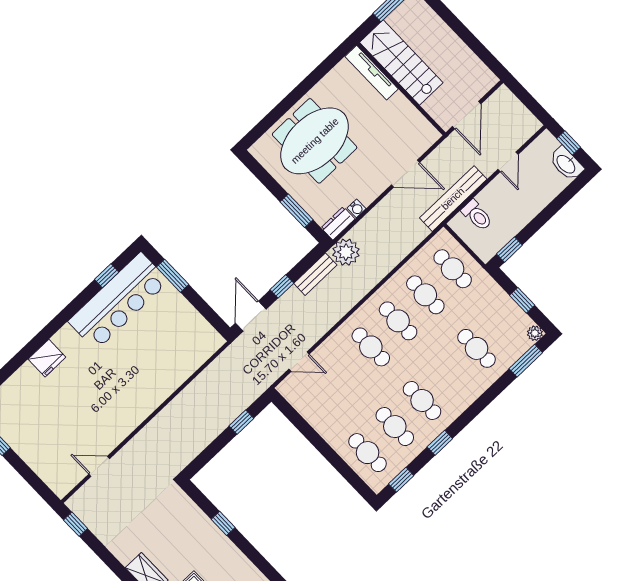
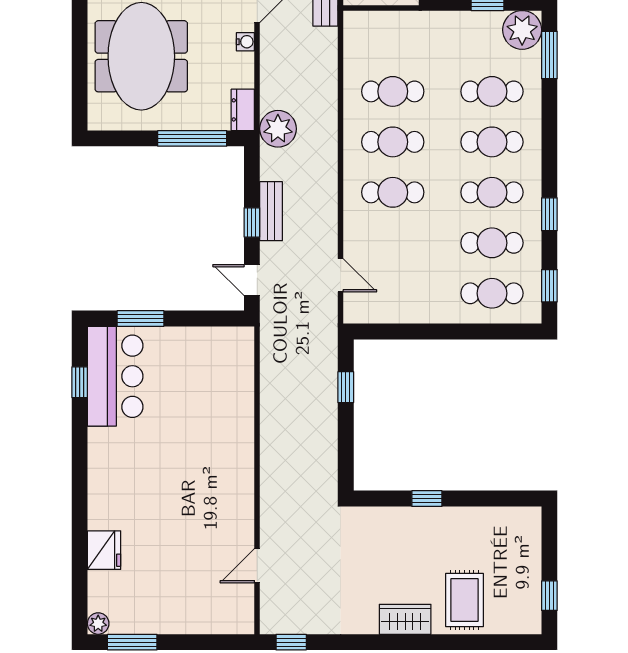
water cooler: (357, 208) -> (245, 42), moved
window: (296, 211) -> (192, 138), width x1.44
cafe table: (453, 269) -> (492, 142), moved
bench: (315, 274) -> (271, 211), moved
bar counter: (118, 301) -> (115, 376), width x0.73
door: (251, 316) -> (252, 280), width x0.73
plant: (535, 333) -> (522, 30), width x1.88, depth x1.88
fridge: (47, 358) -> (104, 550), moved
door: (299, 362) -> (341, 275), hinge flipped

